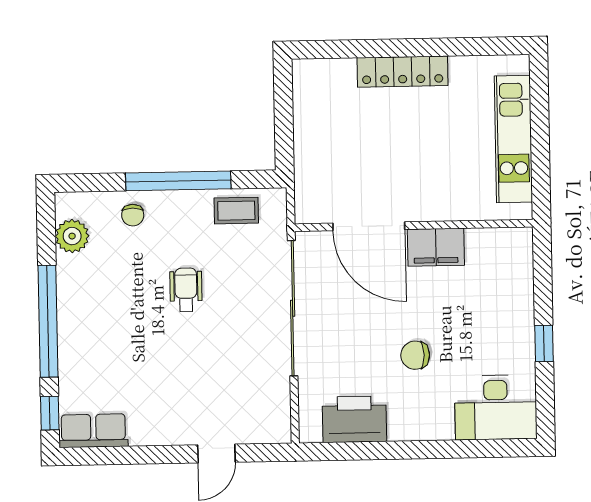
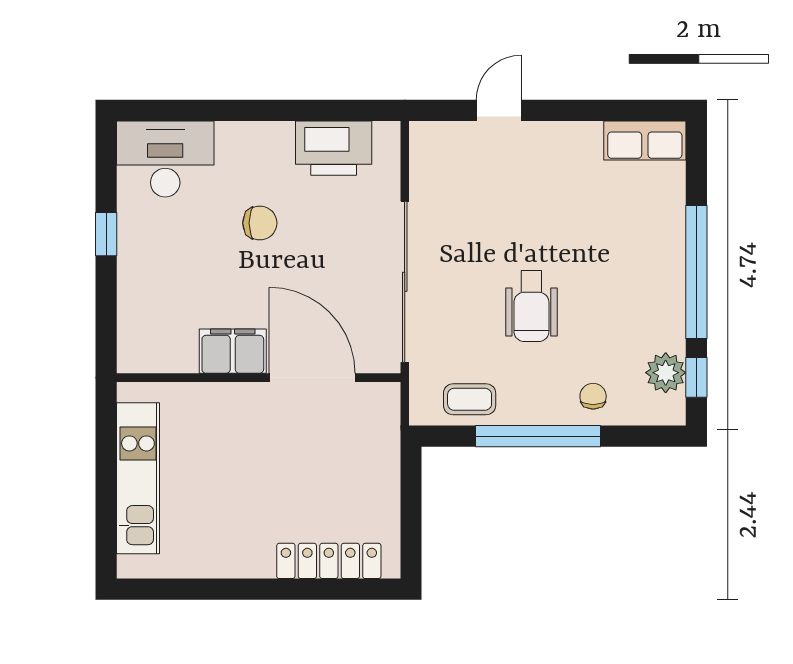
locker: (403, 72) -> (329, 561), moved
wheelchair: (186, 290) -> (531, 306), width x1.36, depth x1.37
window: (50, 413) -> (696, 377), moved

